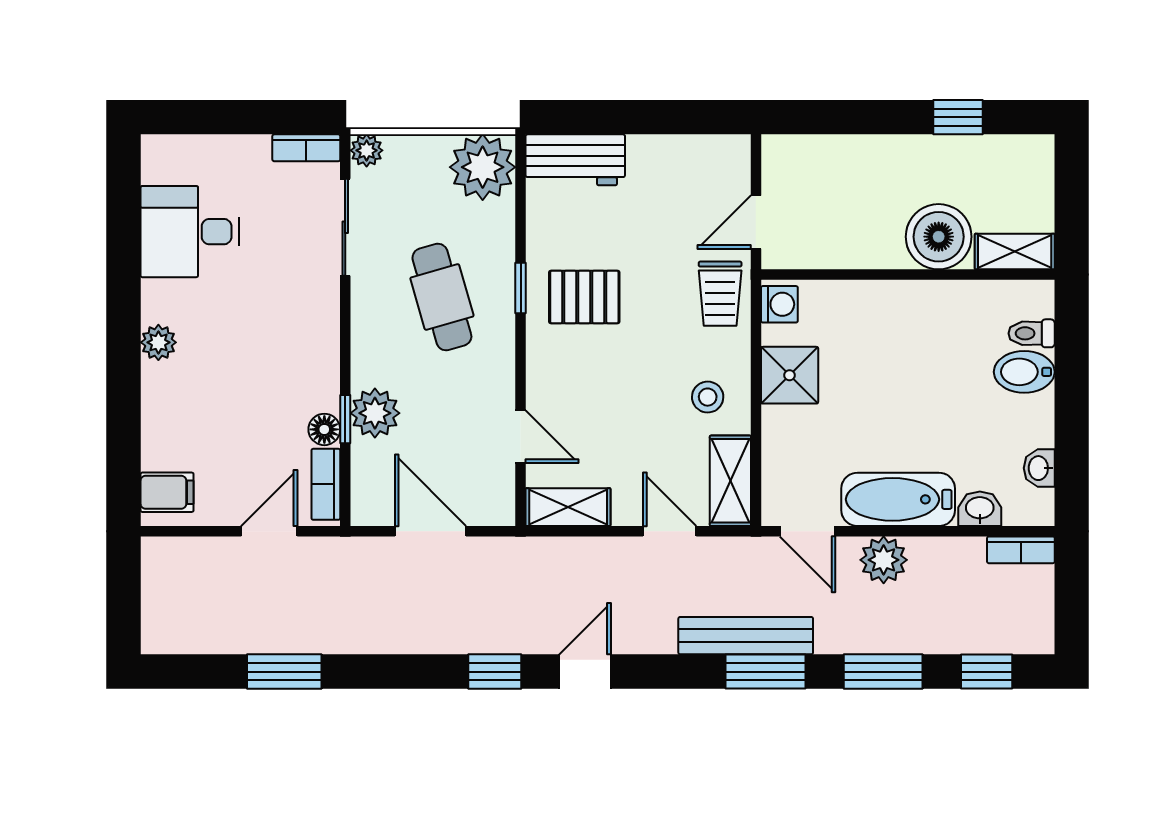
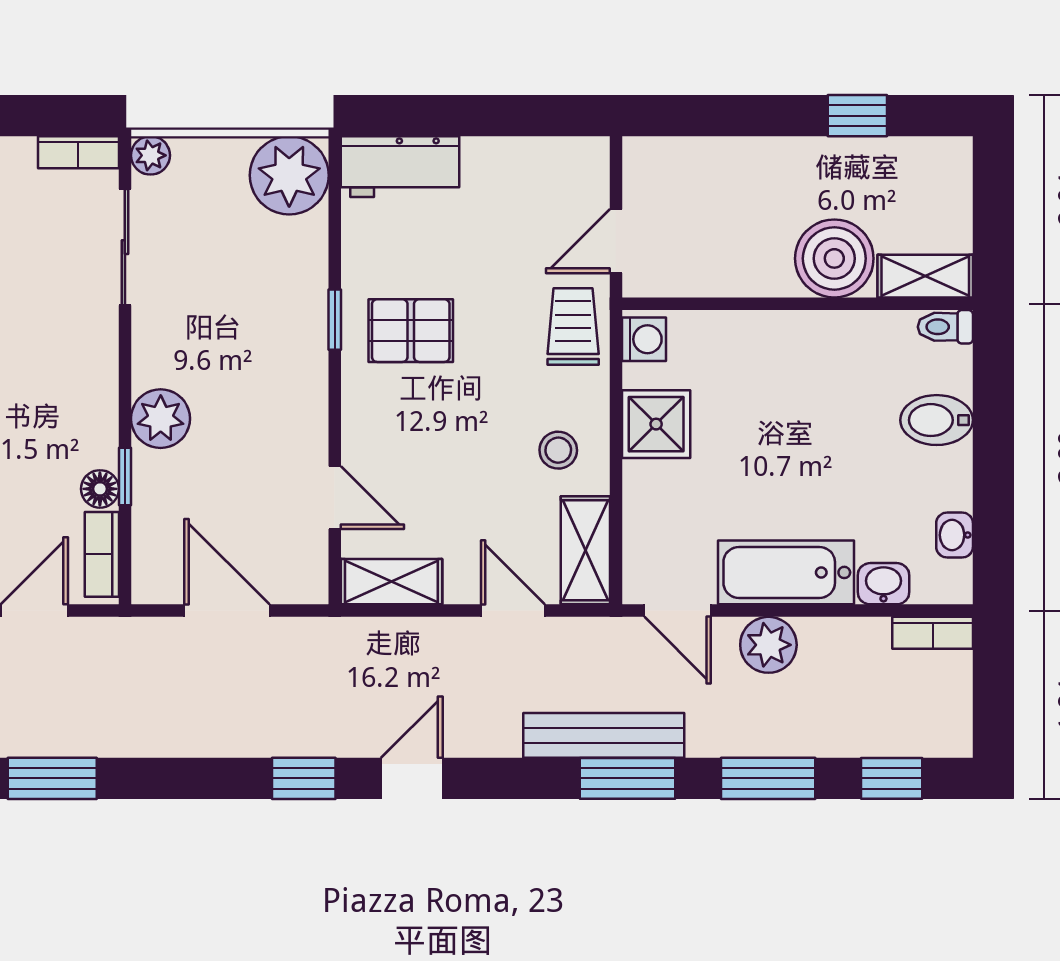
trolley: (720, 294) -> (573, 327), turned 180
cafe table: (442, 297) -> (241, 331), removed
toilet: (1032, 333) -> (945, 327), moved
plant: (375, 413) -> (161, 419), moved

